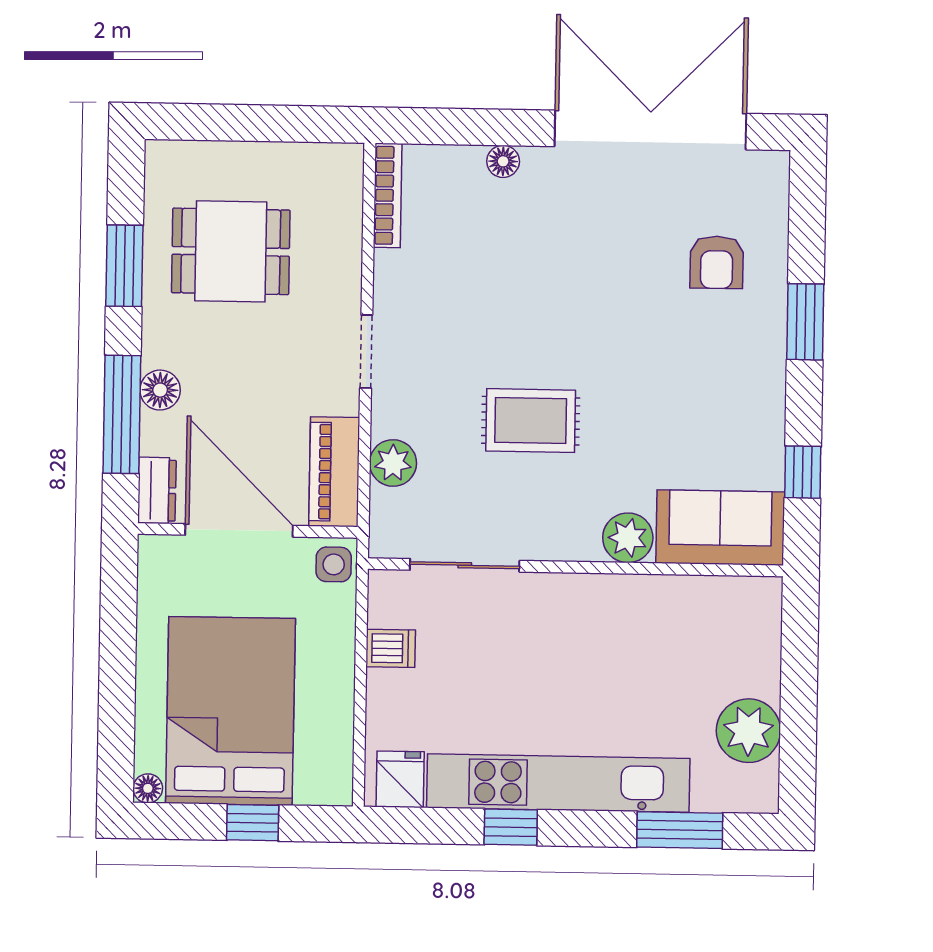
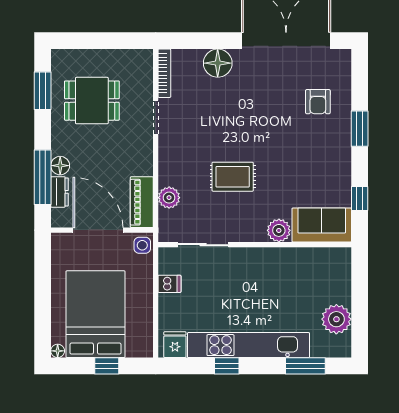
floor lamp: (503, 161) -> (218, 63), width x1.89, depth x1.89
window: (124, 266) -> (43, 91), moved
doorway: (366, 352) -> (156, 117), moved
dresser: (157, 490) -> (59, 192), moved

